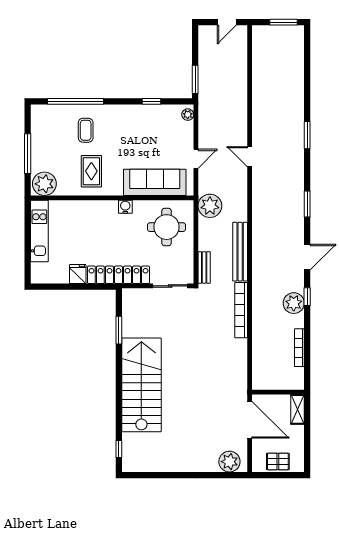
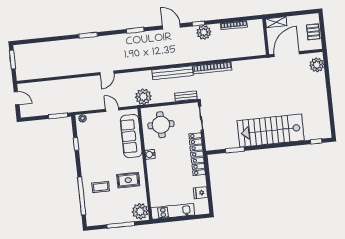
fridge: (78, 274) -> (201, 193), moved

